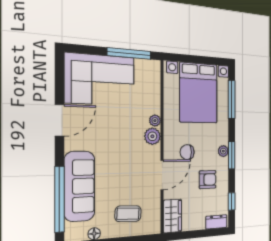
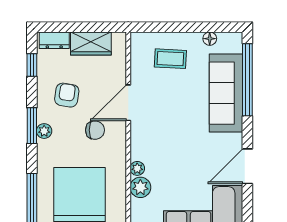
plant: (152, 136) -> (140, 187), moved
armchair: (208, 180) -> (67, 95), turned 99
wardrobe: (172, 216) -> (91, 44), moved, turned -90

